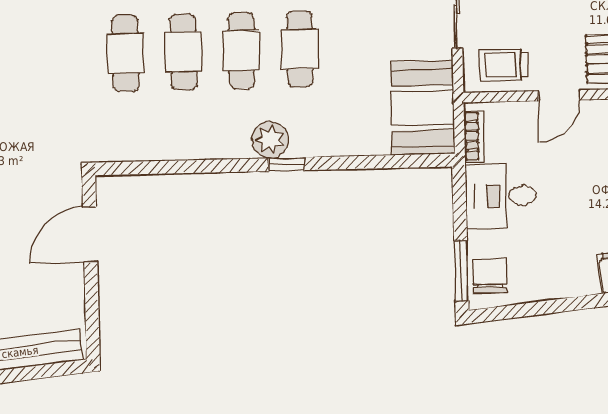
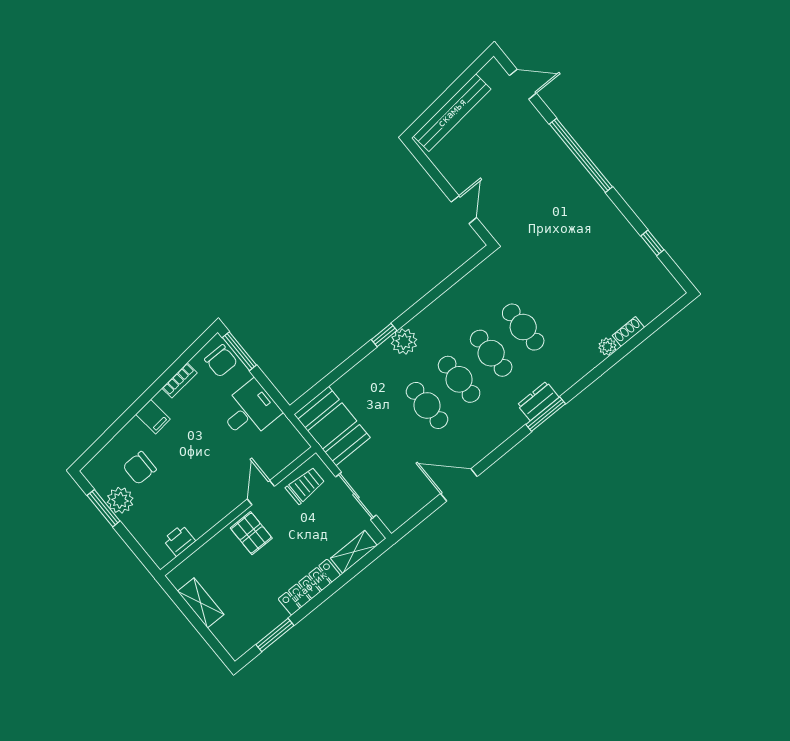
bookcase: (474, 136) -> (180, 380), moved, turned -96
door: (90, 234) -> (464, 210), width x0.73

